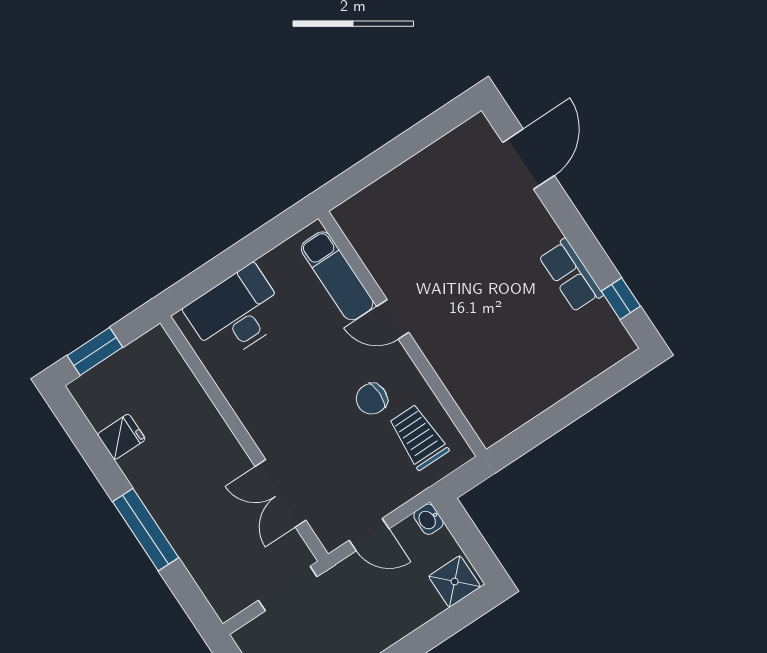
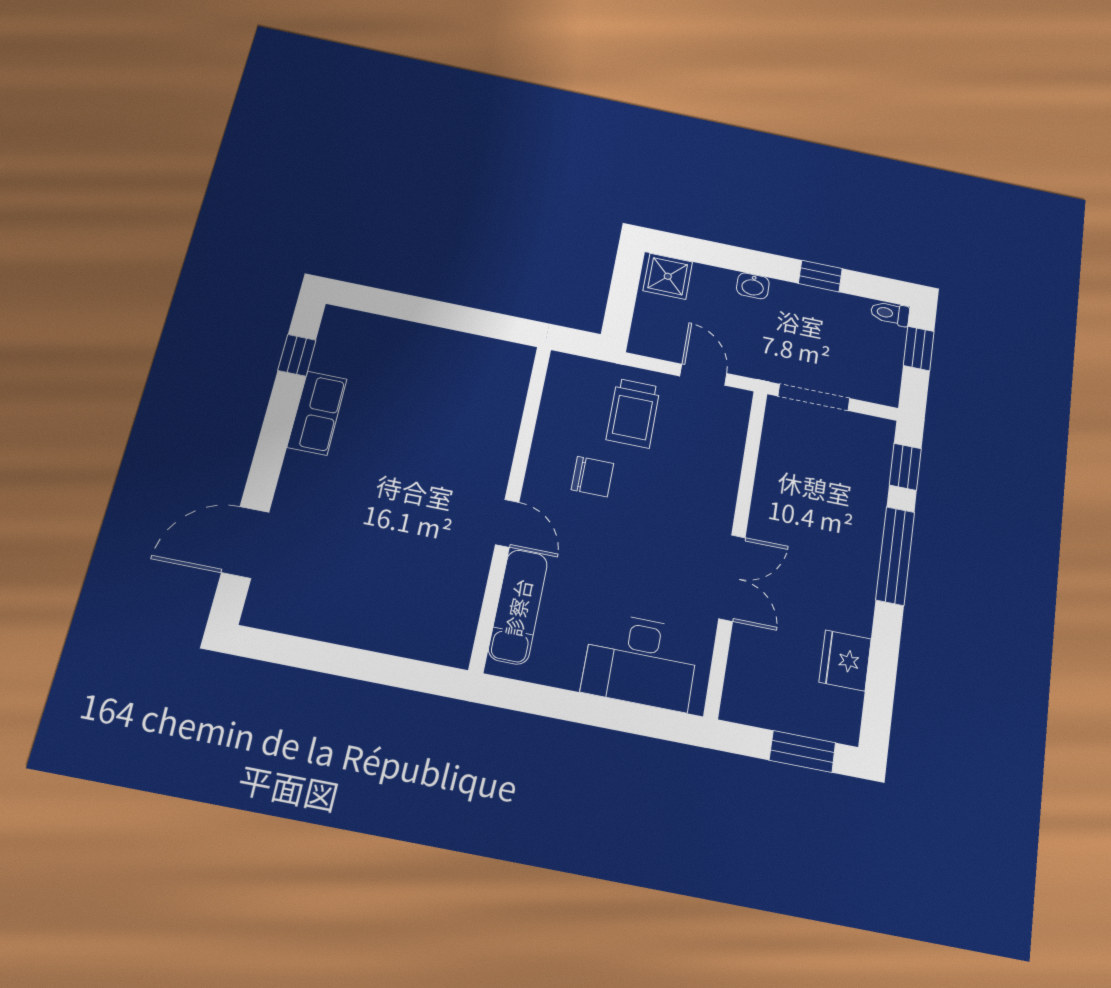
fridge: (121, 437) -> (845, 661), width x1.38
trolley: (418, 437) -> (633, 413), moved
double door: (280, 493) -> (732, 578), moved
washbasin: (428, 519) -> (753, 286), moved, turned 90
window: (190, 597) -> (905, 467), added

